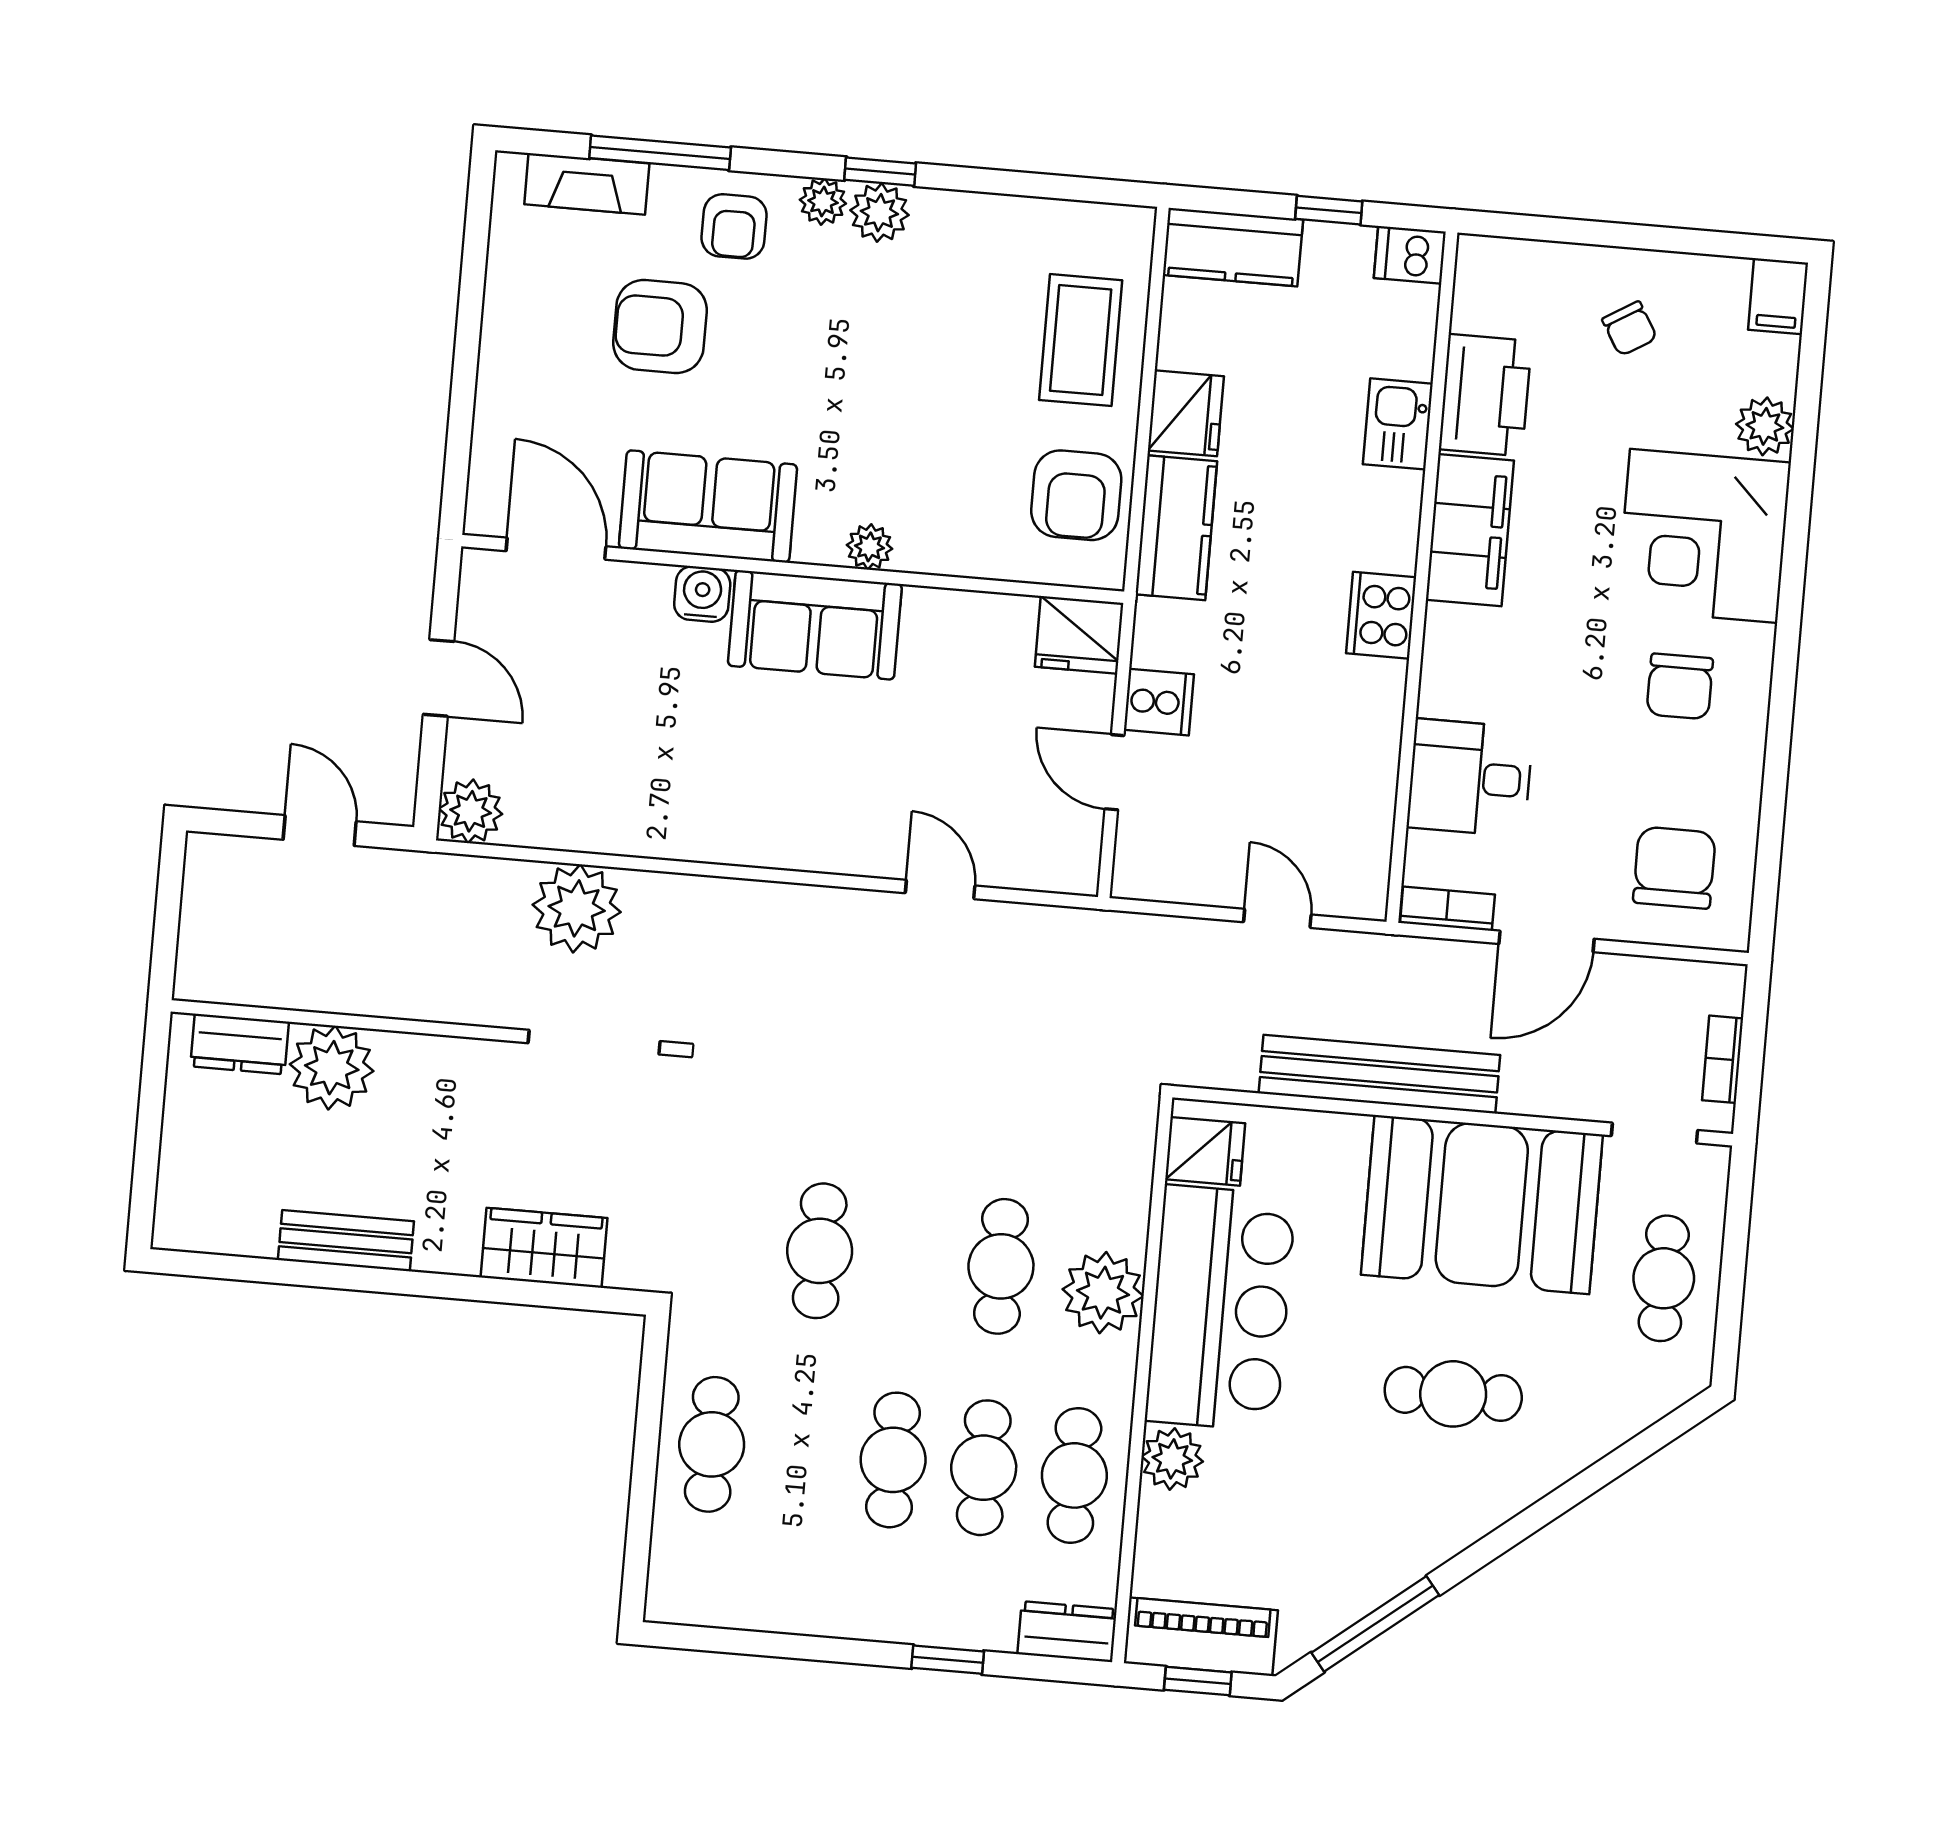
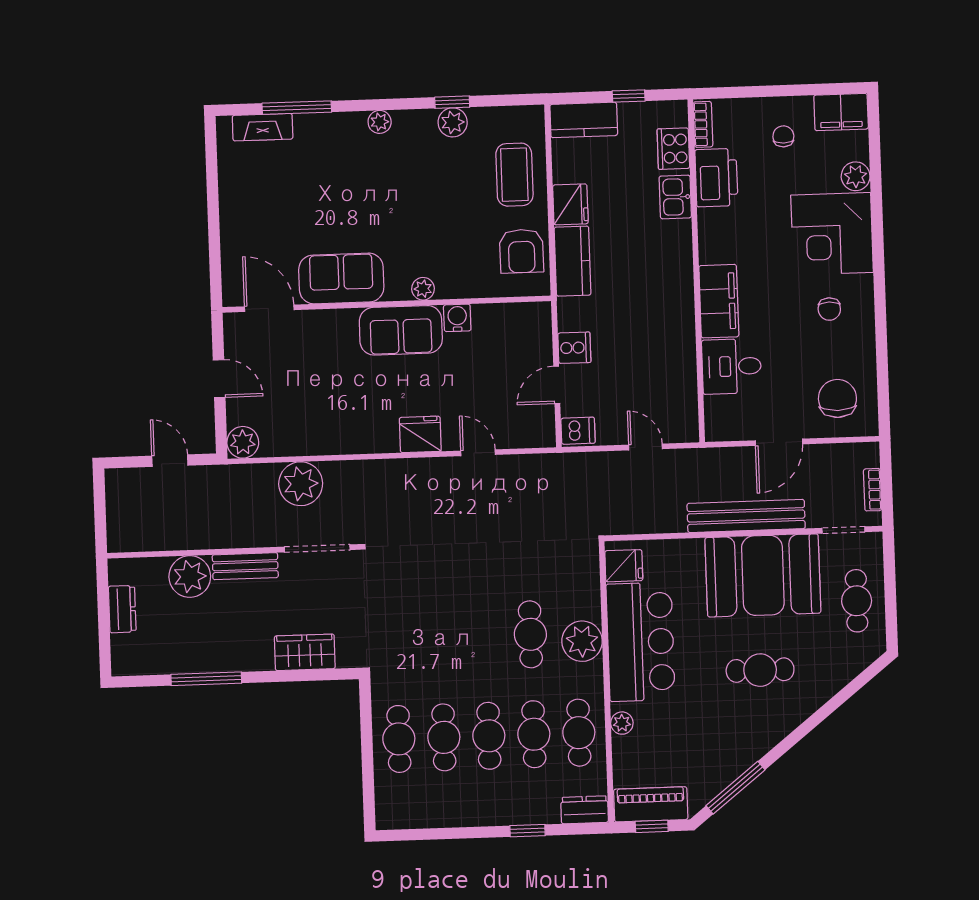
window: (880, 172) -> (452, 102), moved
plant: (879, 213) -> (453, 122), moved
armchair: (734, 226) -> (337, 139), removed
dishwasher: (1410, 255) -> (578, 431), moved, turned 180
filing cabinet: (1778, 296) -> (841, 112), width x2.00
armchair: (660, 327) -> (307, 193), removed
chair: (1630, 329) -> (783, 136), turned -149
filing cabinet: (1470, 530) -> (719, 301), moved
water cooler: (702, 594) -> (457, 318), moved
cooker: (1381, 615) -> (673, 149), moved
fridge: (1079, 635) -> (420, 434), moved, turned 180
chair: (1680, 686) -> (829, 309), width x0.73, depth x0.73
door: (1114, 772) -> (557, 385), hinge flipped
bookcase: (1447, 909) -> (703, 124), moved, turned 90
dresser: (240, 1044) -> (122, 609), moved, turned -90
bench: (1379, 1074) -> (746, 516), moved
bench: (346, 1241) -> (245, 566), moved
cafe table: (820, 1251) -> (444, 737), moved
window: (340, 1277) -> (206, 679), added
plant: (1172, 1459) -> (622, 723), width x0.73, depth x0.73

